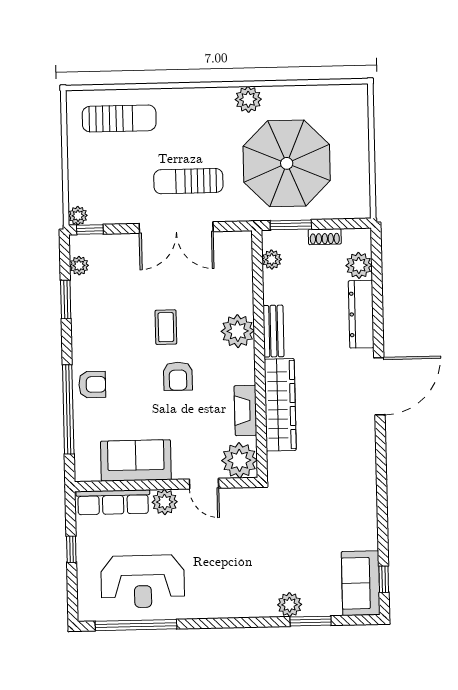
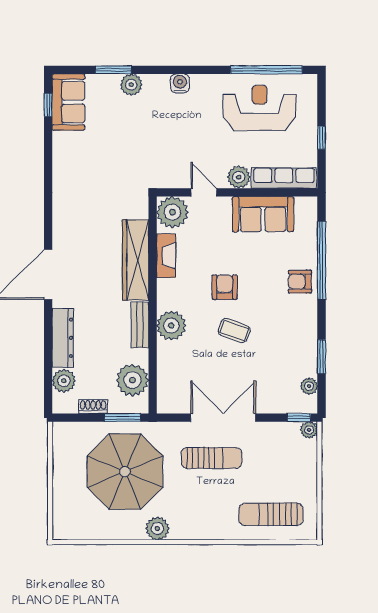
plant: (272, 260) -> (133, 380), width x1.88, depth x1.88
coffee table: (166, 327) -> (234, 330), turned -70
water cooler: (234, 607) -> (180, 83), added

